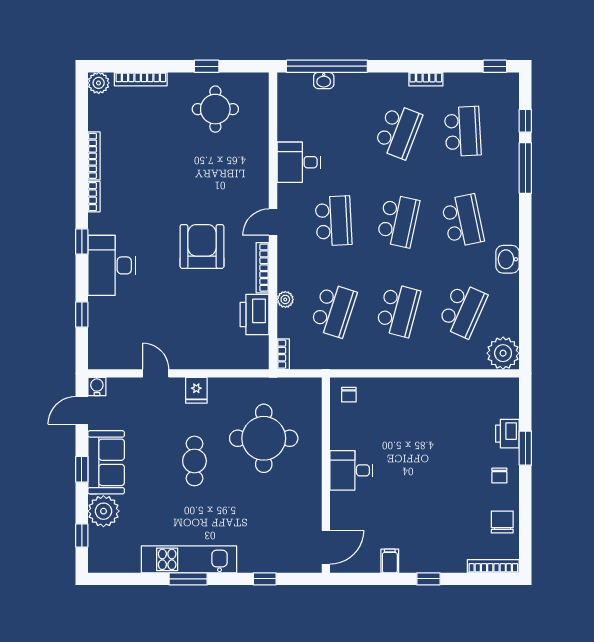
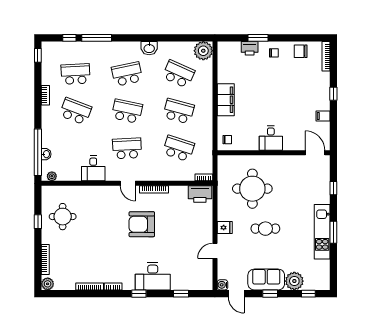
plant: (285, 299) -> (52, 176), moved
printer: (254, 315) -> (200, 194), moved
filing cabinet: (418, 392) -> (226, 100), added

